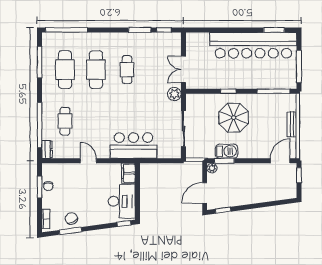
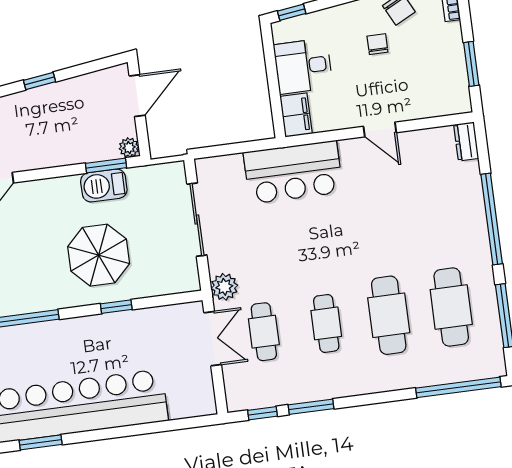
cafe table: (65, 121) -> (264, 332), moved
window: (40, 125) -> (492, 219), moved
chair: (48, 186) -> (377, 44), moved
desk: (122, 201) -> (303, 66), width x0.73
window: (223, 210) -> (40, 81), moved

